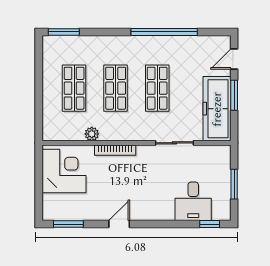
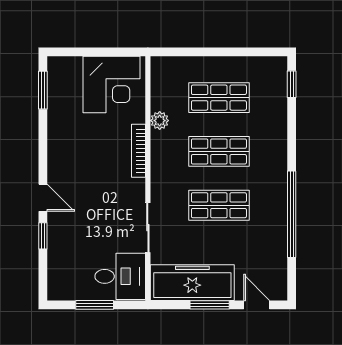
window: (64, 32) -> (292, 84), width x0.67
desk: (193, 201) -> (120, 276), moved, turned 180
door: (119, 224) -> (43, 198), moved
window: (210, 224) -> (43, 236), moved

